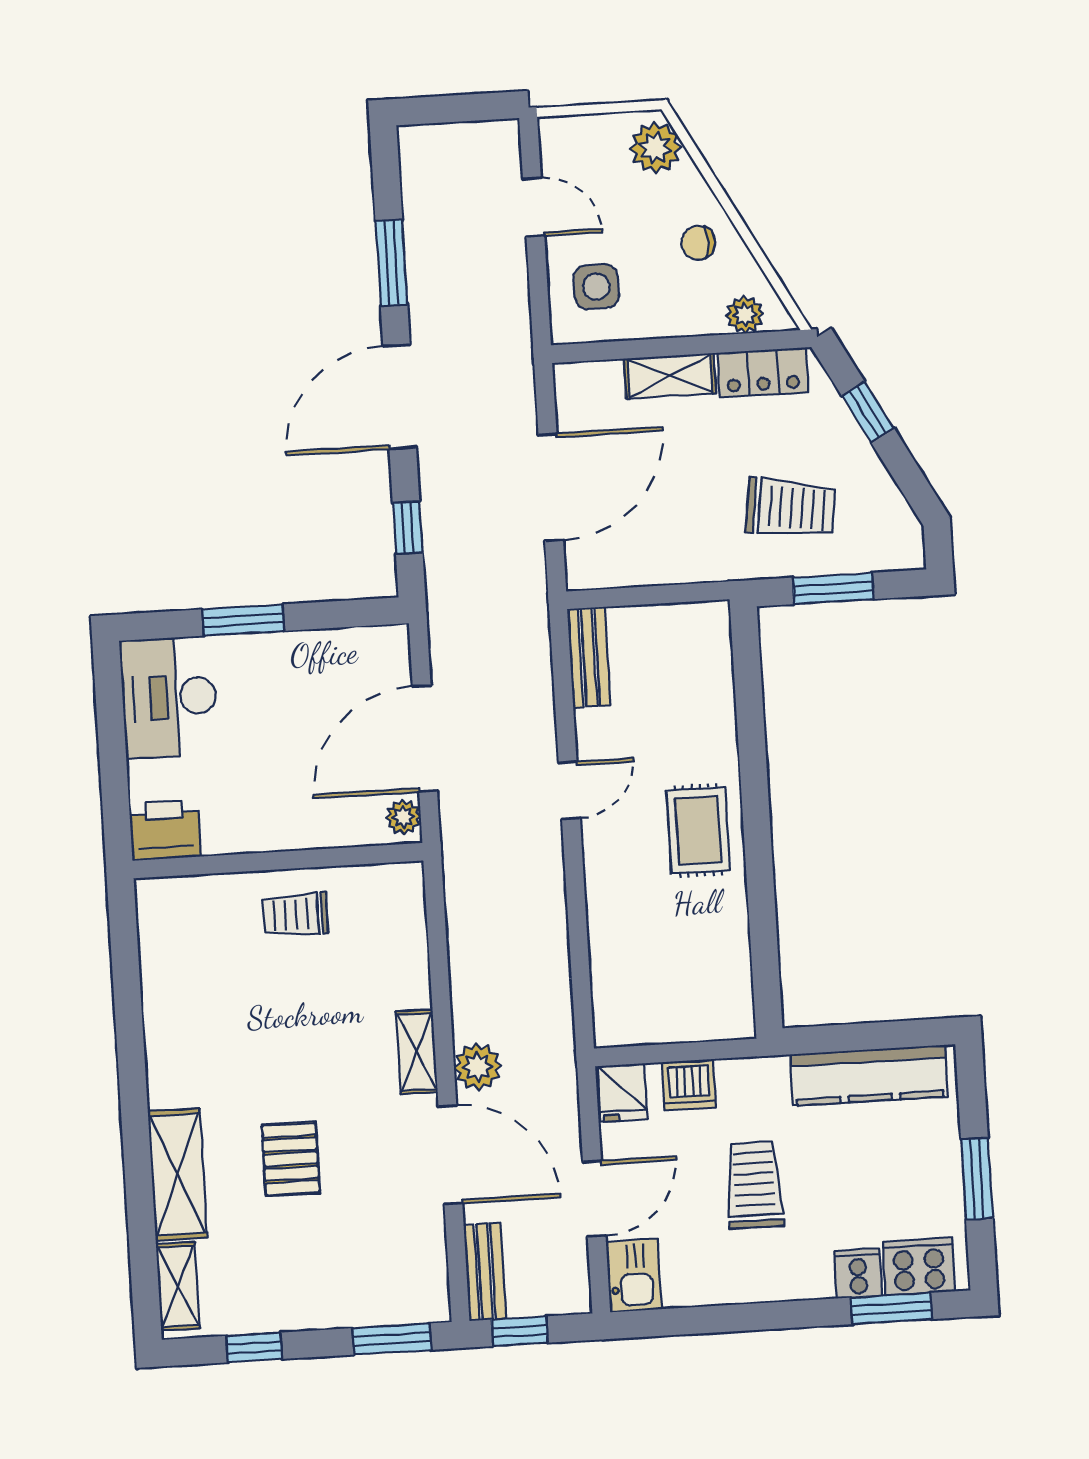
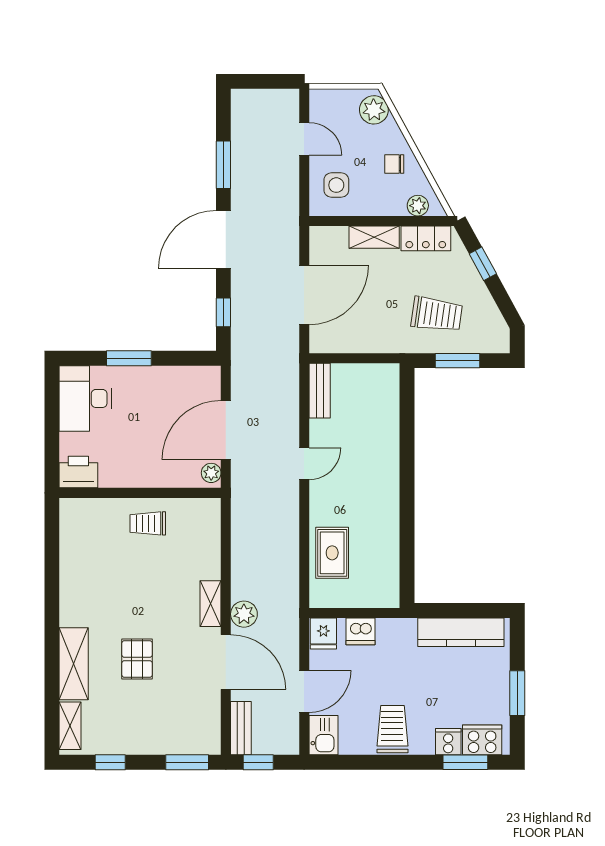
rug: (698, 831) -> (332, 553), moved
trolley: (754, 1185) -> (392, 729), moved

